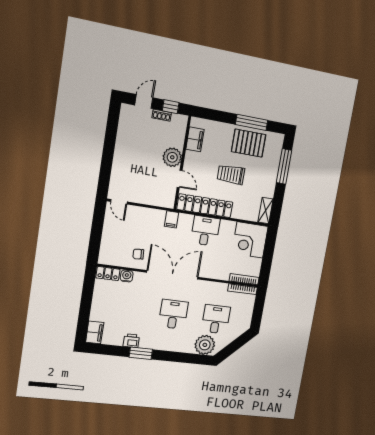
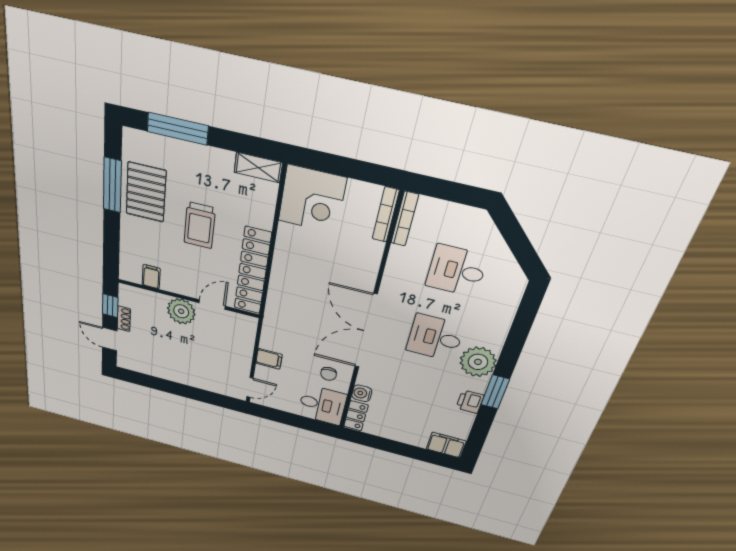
filing cabinet: (195, 139) -> (151, 277), width x0.50
filing cabinet: (172, 219) -> (269, 359), moved
desk: (205, 231) -> (322, 405), moved, turned 180
plant: (205, 345) -> (478, 362), moved

